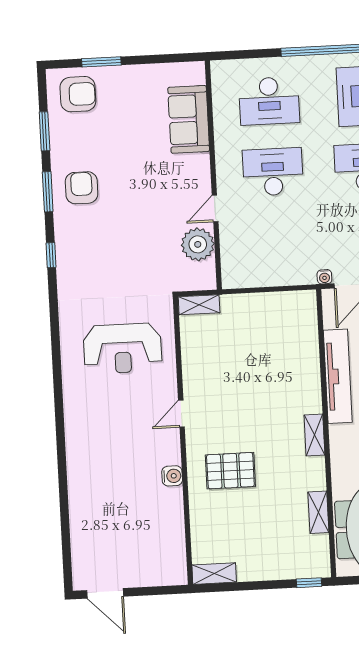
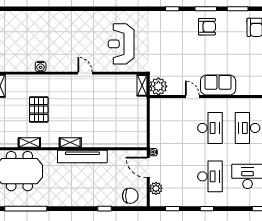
sofa: (189, 119) -> (218, 85), moved
plant: (198, 244) -> (158, 86), moved
tv unit: (338, 376) -> (82, 156), moved
pallet: (230, 471) -> (39, 109), moved
water cooler: (172, 476) -> (41, 66), moved

